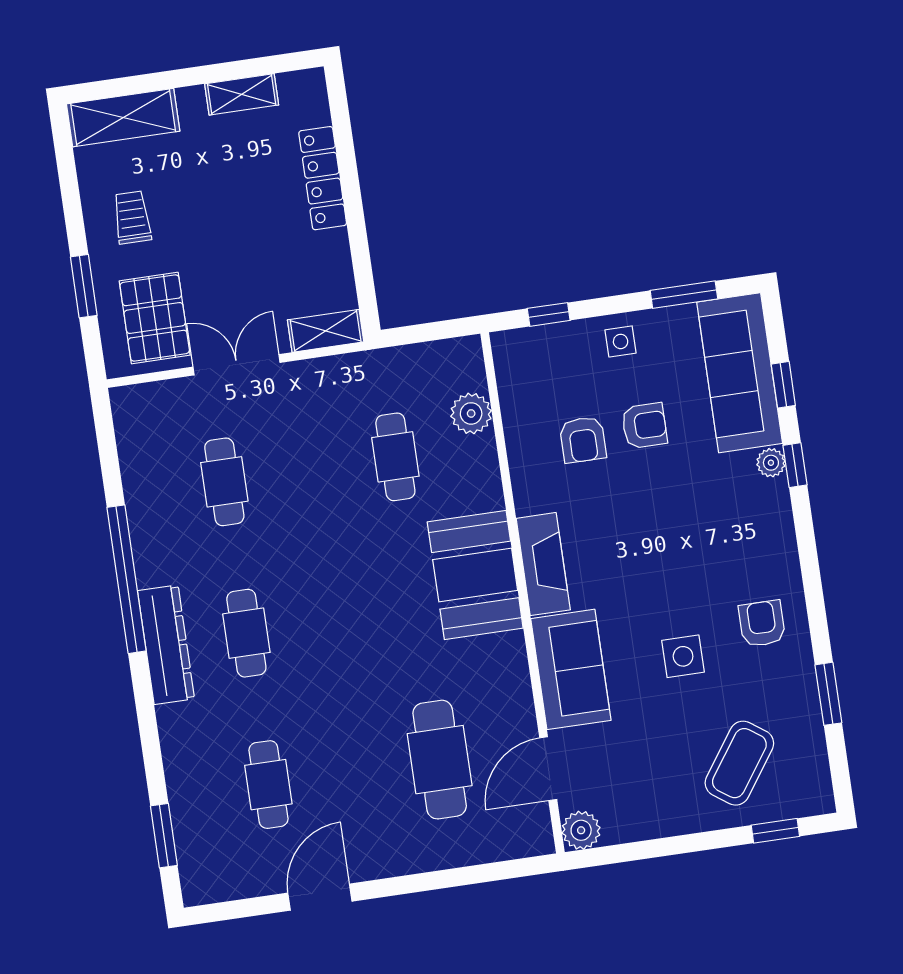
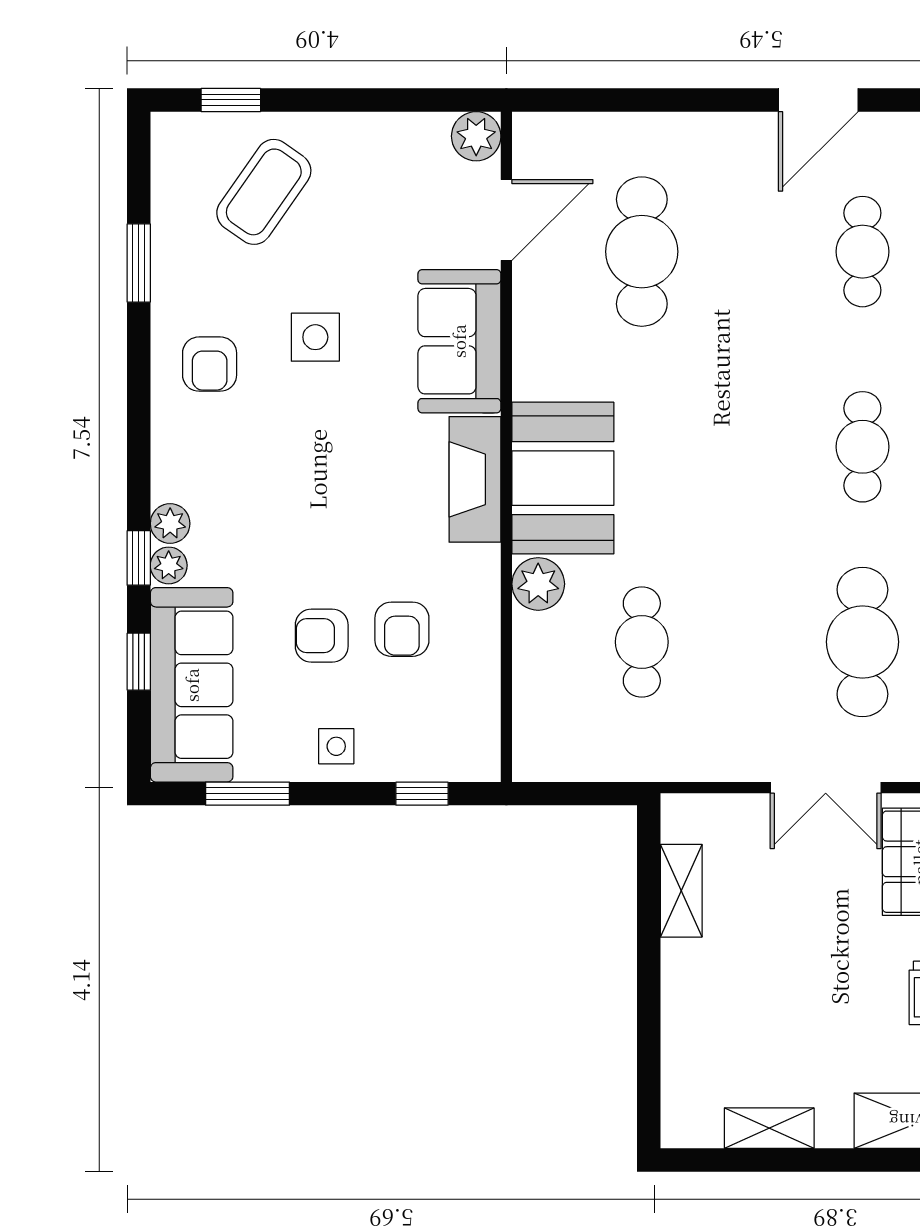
locker: (323, 178) -> (682, 1007), removed
shelving: (326, 331) -> (681, 891), moved, turned 90
plant: (471, 413) -> (538, 584), moved
armchair: (583, 440) -> (402, 629), turned 180
cafe table: (224, 482) -> (862, 642), width x1.37, depth x1.35
plant: (775, 495) -> (170, 524), added

